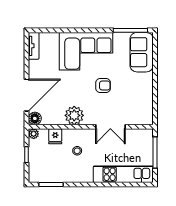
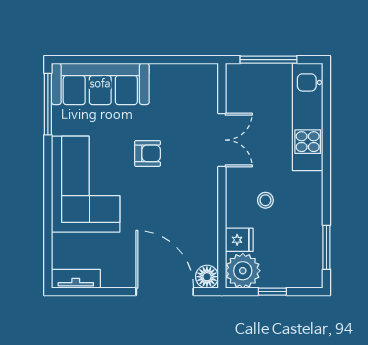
sofa: (142, 52) -> (100, 84), width x1.36
armchair: (103, 86) -> (148, 153), turned 90
plant: (74, 115) -> (202, 206), removed
plant: (34, 134) -> (243, 271), width x1.88, depth x1.88

